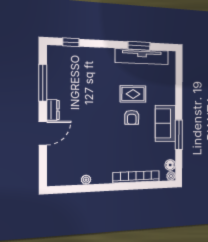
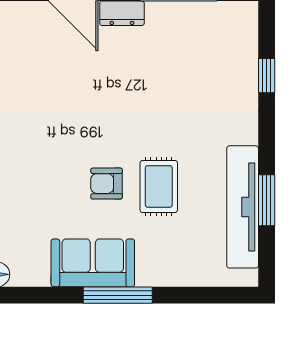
window: (71, 42) -> (267, 76), moved
window: (179, 135) -> (118, 295), moved

